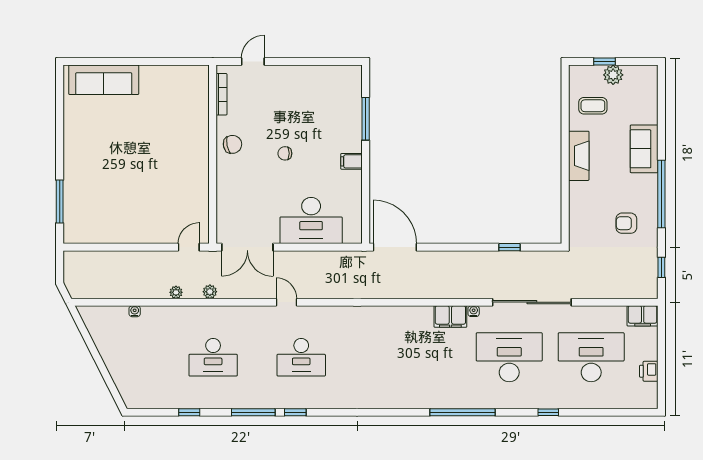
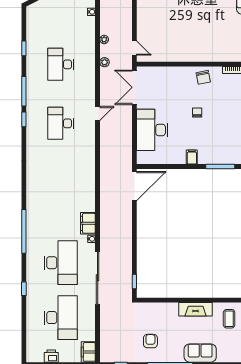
window: (509, 247) -> (134, 281), moved

